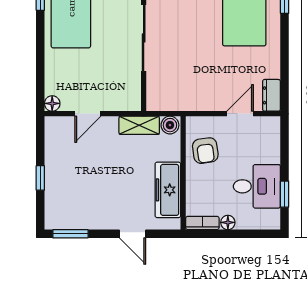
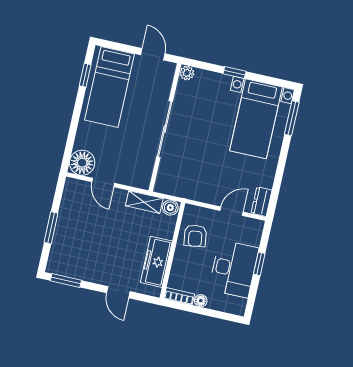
floor lamp: (52, 103) -> (82, 163), width x1.89, depth x1.89
door: (88, 114) -> (103, 183), hinge flipped
window: (40, 178) -> (51, 228), width x1.50
desk: (257, 186) -> (234, 269), width x1.37
window: (285, 194) -> (259, 264), moved

